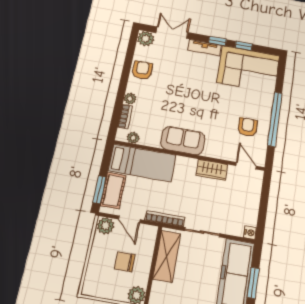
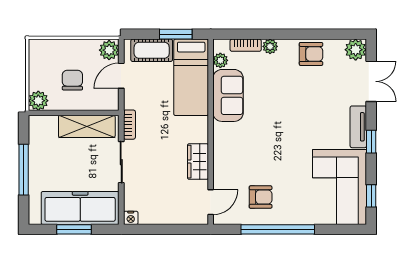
window: (244, 46) -> (371, 196), moved
sofa: (183, 141) -> (228, 95), moved
window: (100, 190) -> (176, 34), moved
bookcase: (165, 219) -> (129, 125), width x0.64

